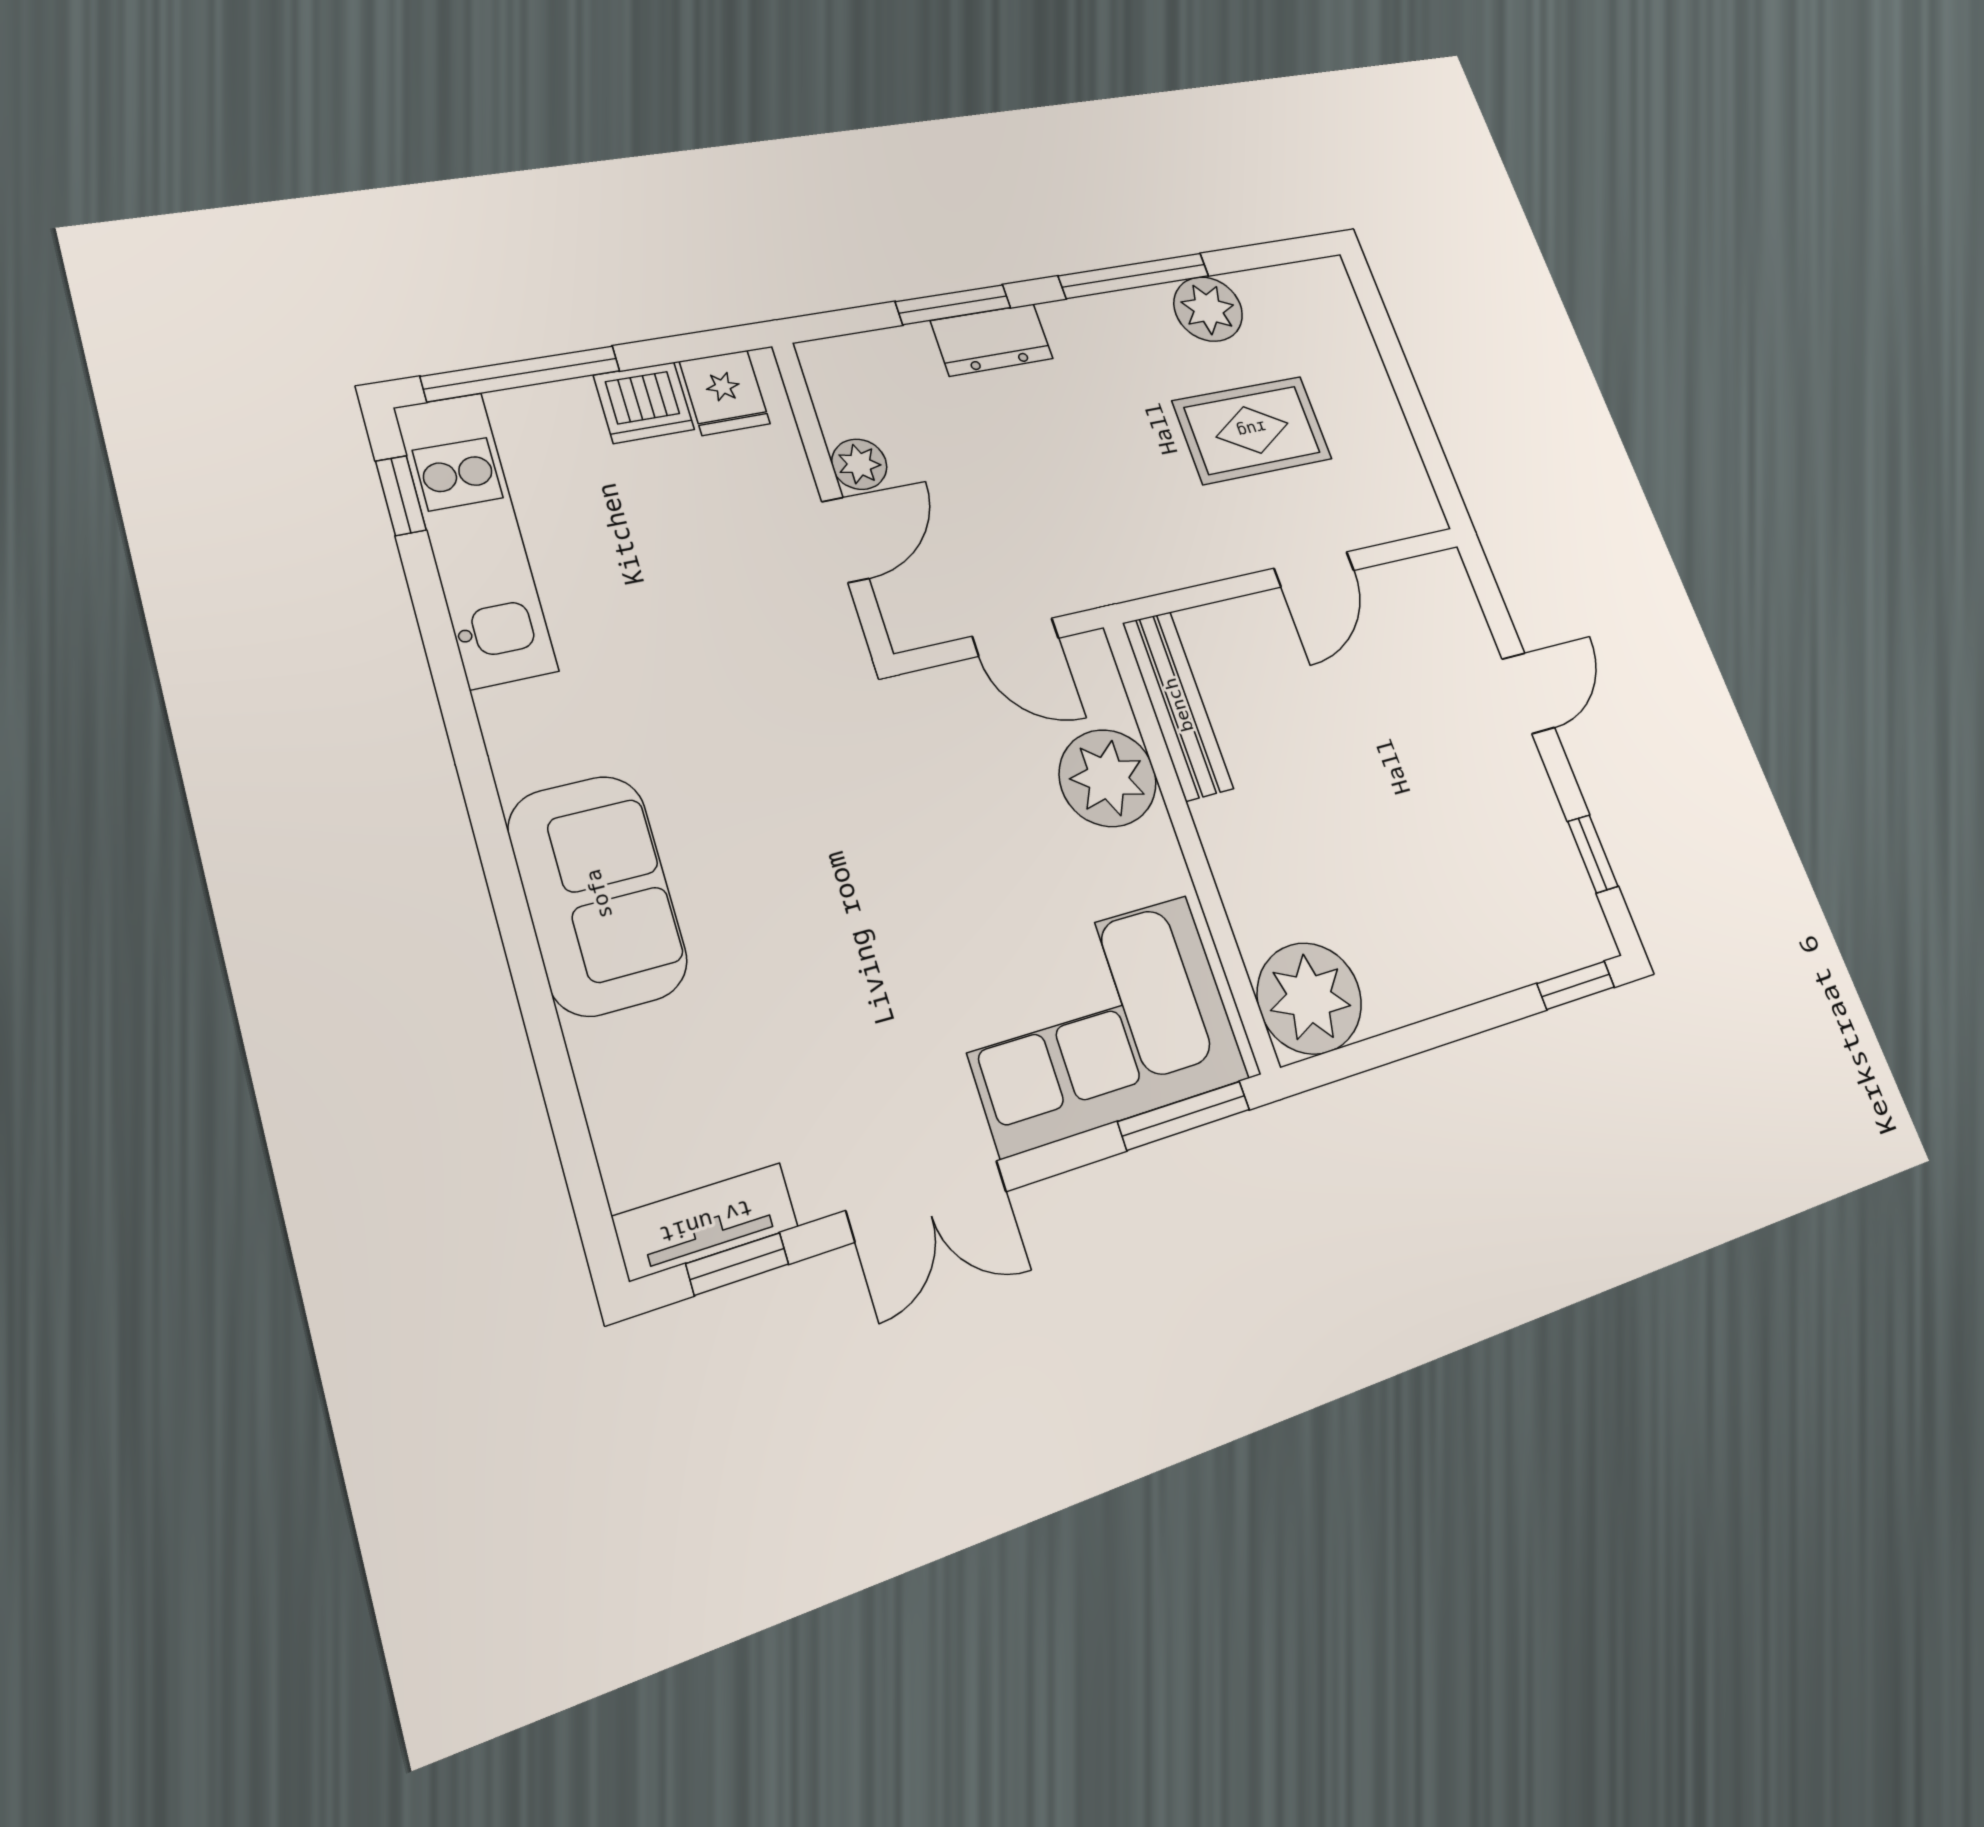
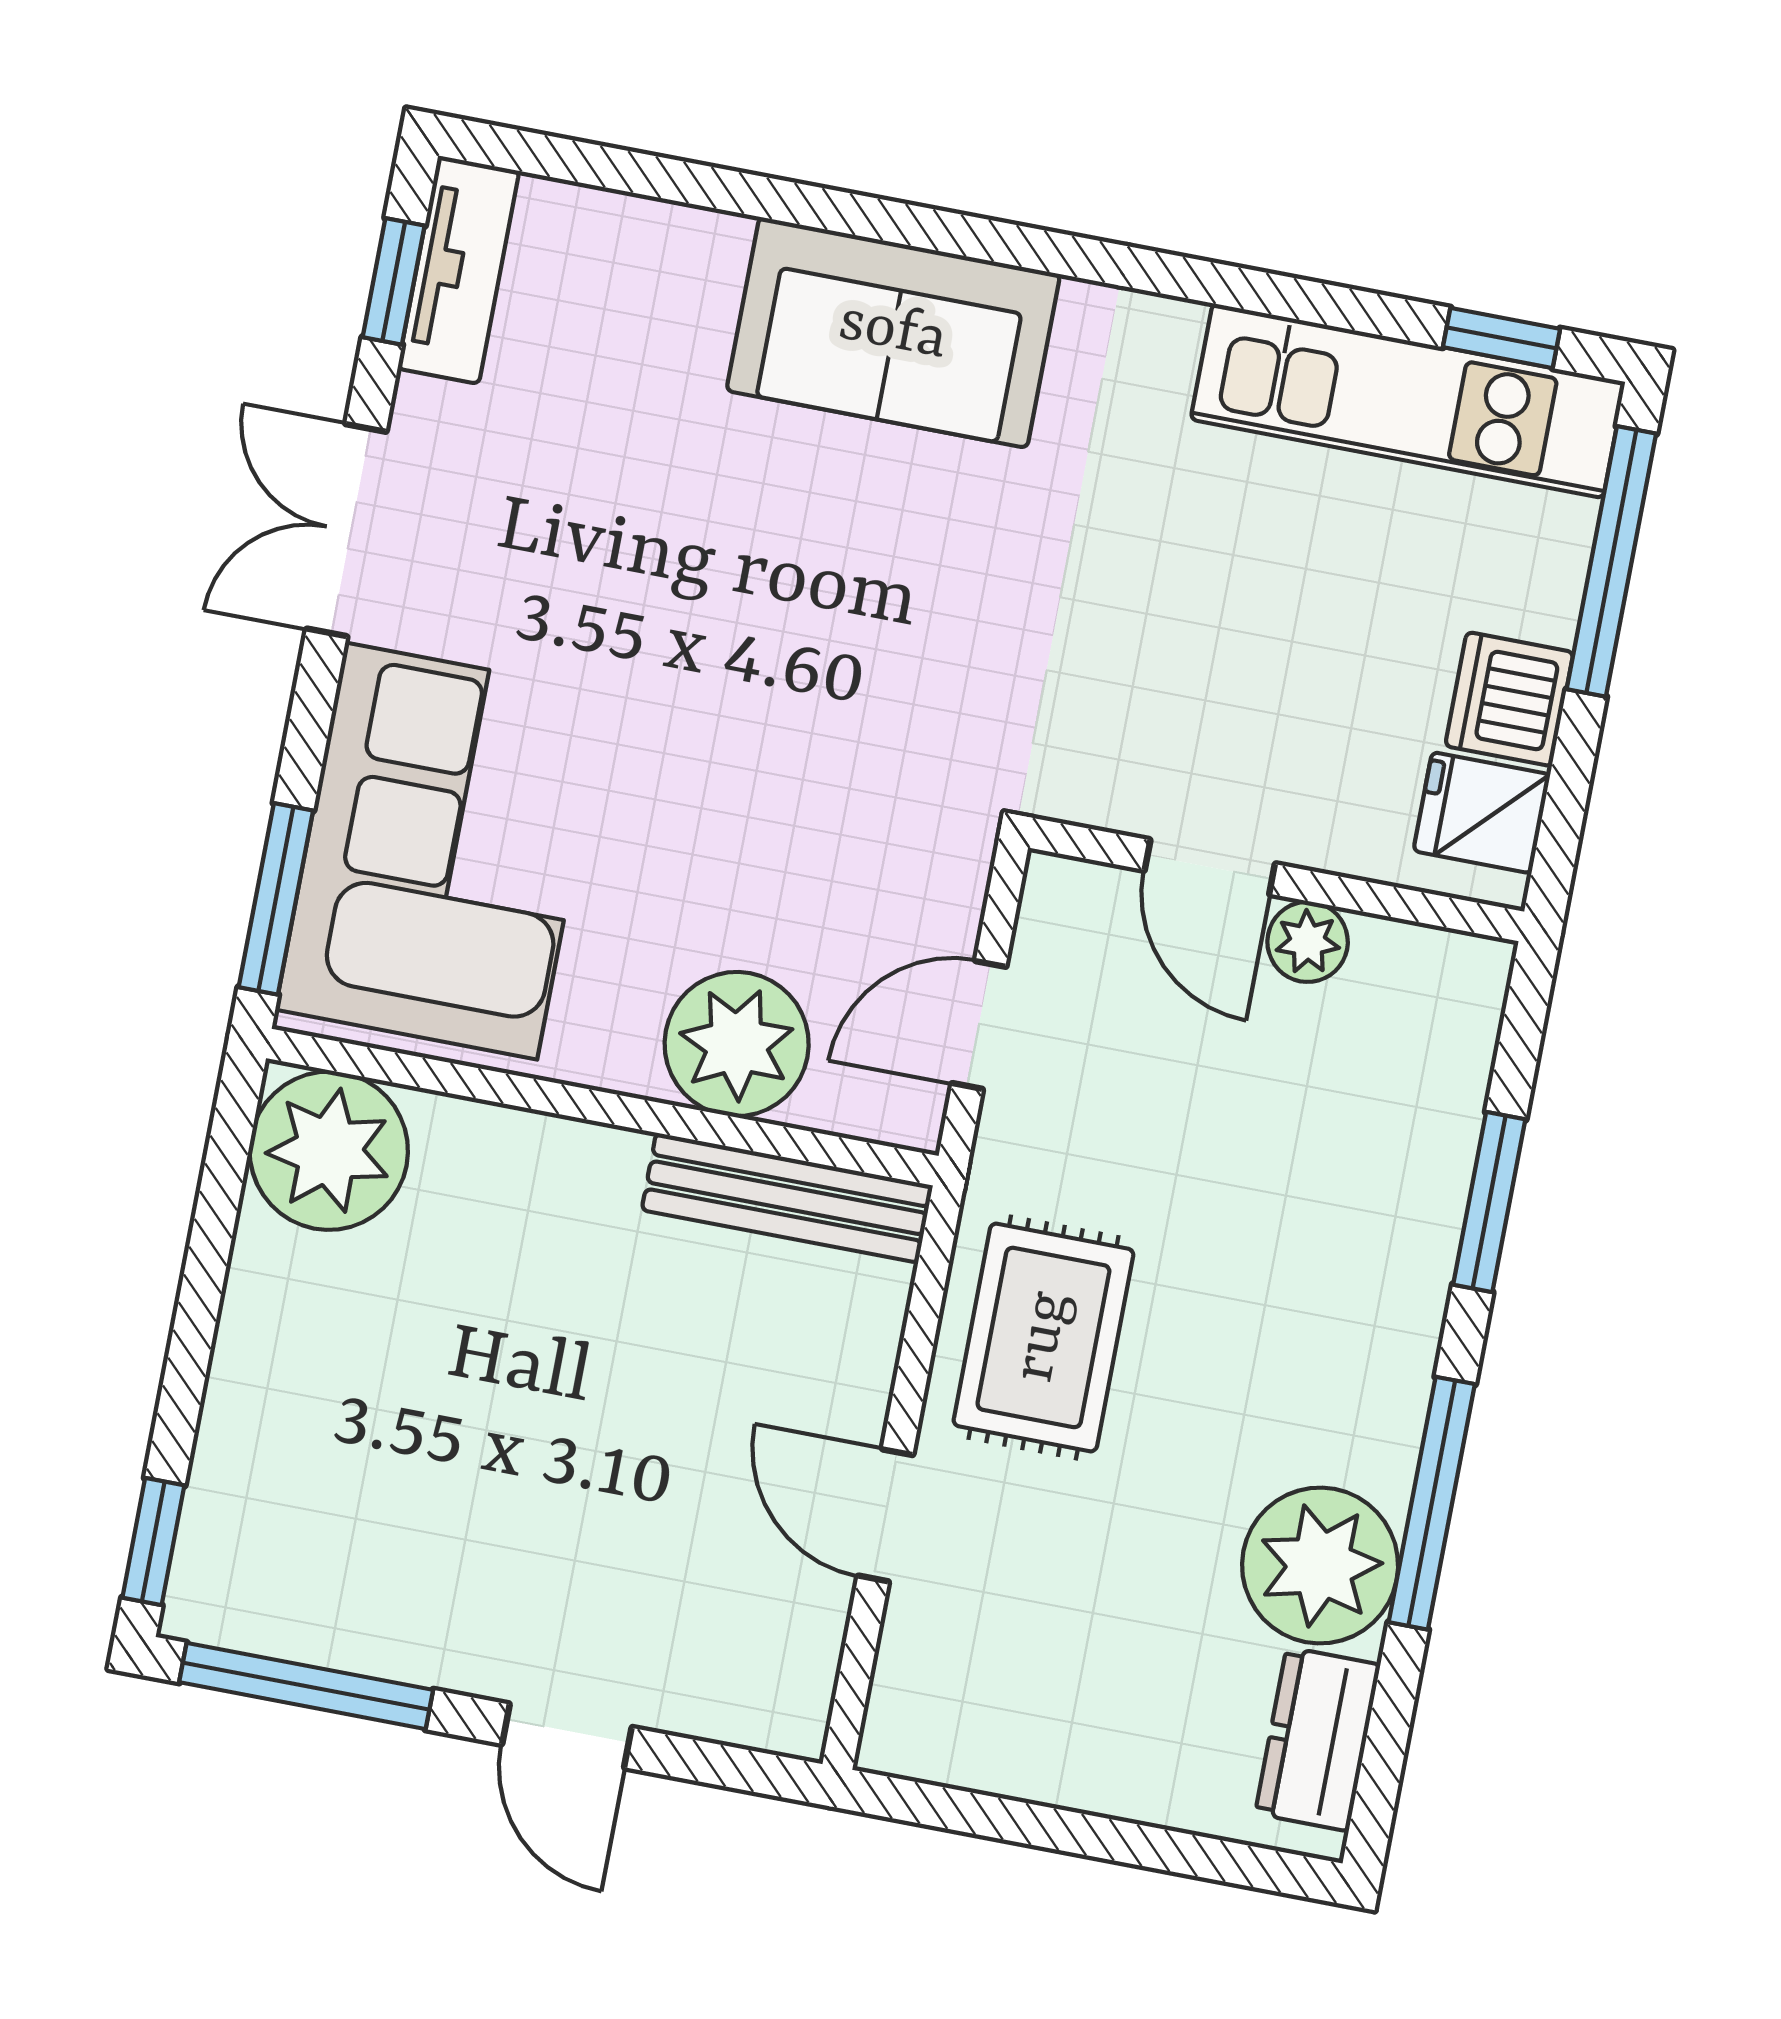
plant: (1208, 309) -> (1320, 1565), width x1.36, depth x1.36
dresser: (992, 340) -> (1318, 1739), moved
rug: (1252, 430) -> (1043, 1337), moved
window: (1593, 854) -> (306, 1686), width x2.17

